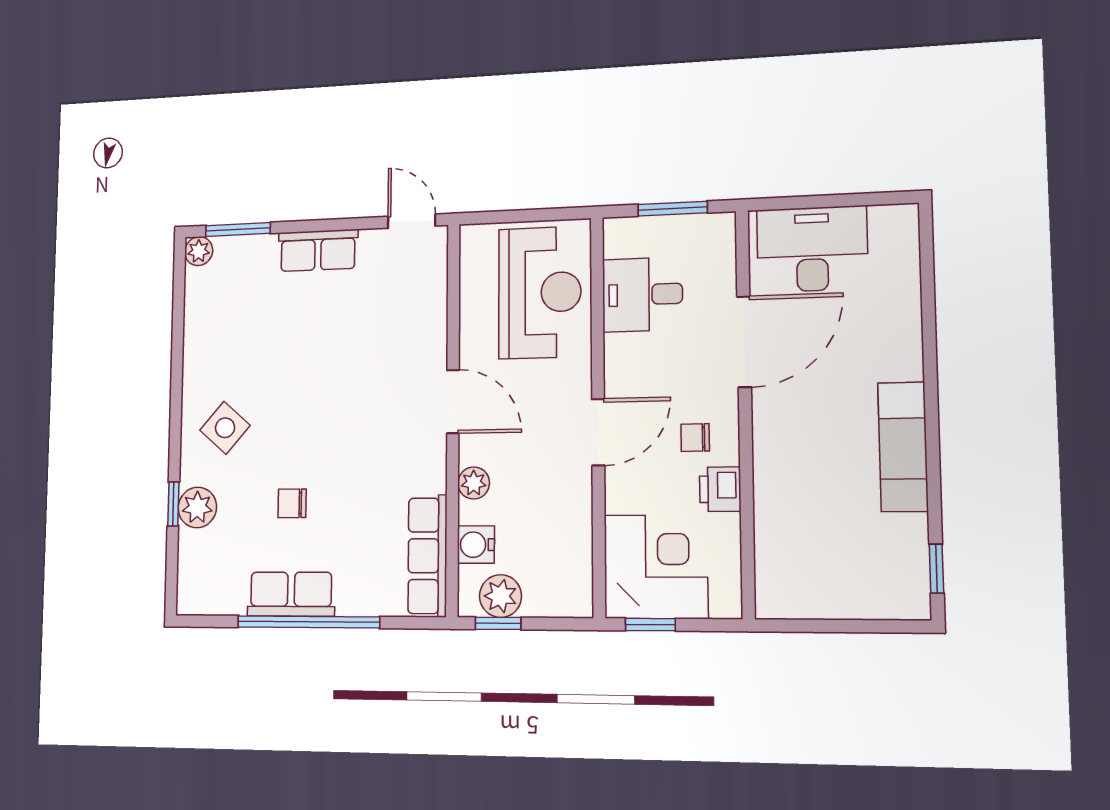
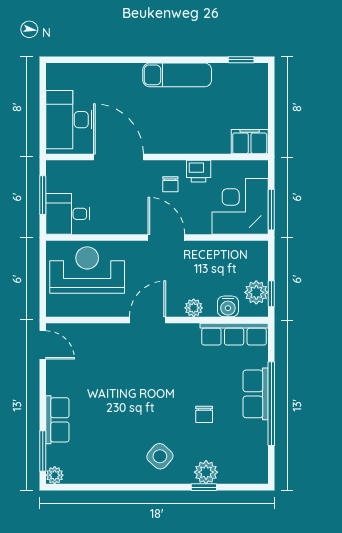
door: (412, 221) -> (43, 345), swing flipped
row of seats: (318, 250) -> (57, 420), moved
desk: (643, 295) -> (68, 214), moved, turned 90
filing cabinet: (777, 585) -> (250, 142), added
row of seats: (291, 594) -> (256, 394), moved
window: (650, 625) -> (271, 210), width x1.50

